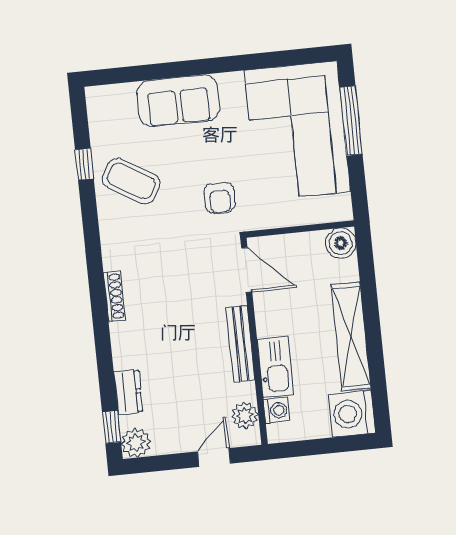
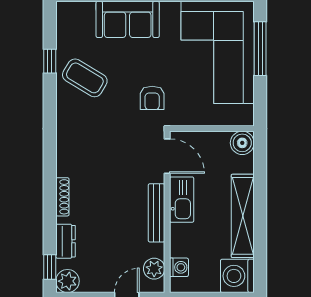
shoe rack: (114, 296) -> (62, 197), moved
kitchen sink: (275, 367) -> (182, 200), moved

